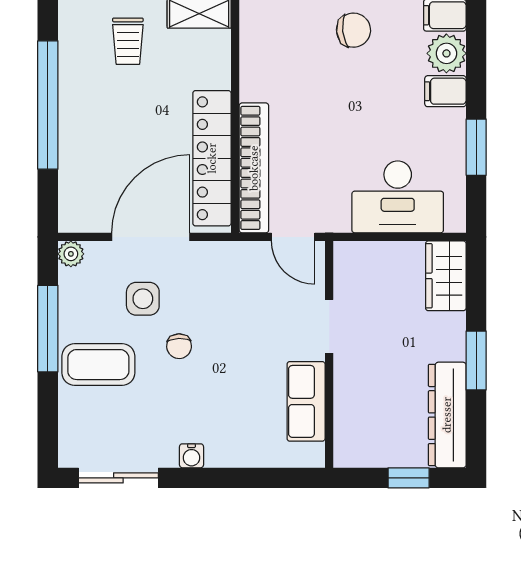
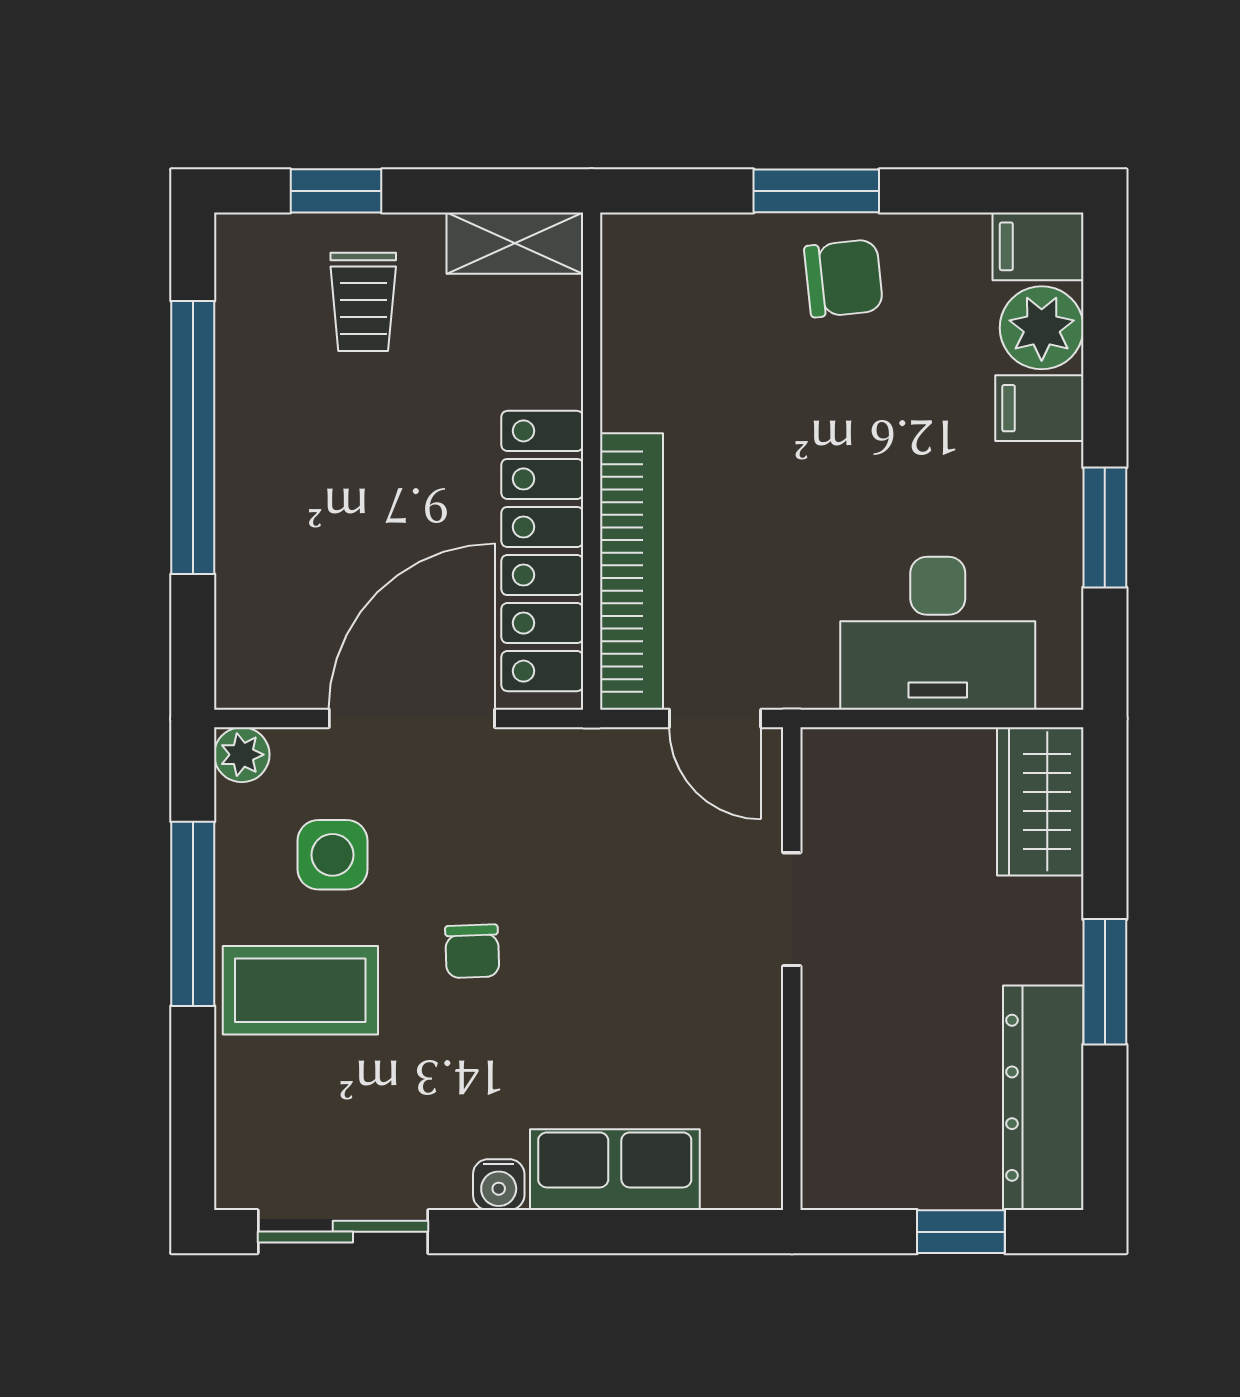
side table: (143, 299) -> (333, 855), moved
row of seats: (306, 401) -> (615, 1170), moved, turned 90

